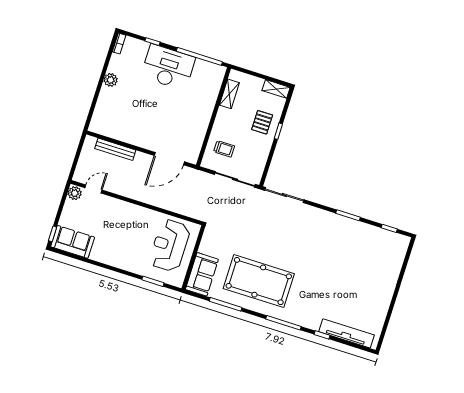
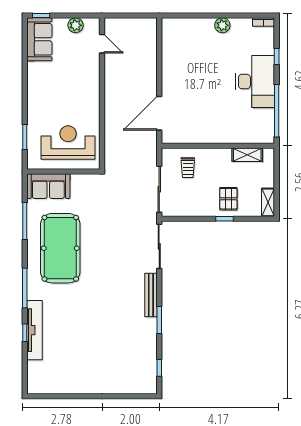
pallet: (262, 122) -> (228, 199), turned 90
bench: (115, 149) -> (151, 295), moved
door: (169, 159) -> (159, 113), hinge flipped
plant: (75, 193) -> (76, 25), moved
tv unit: (347, 333) -> (34, 330), moved

